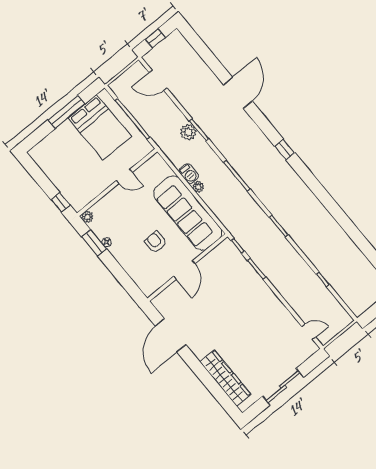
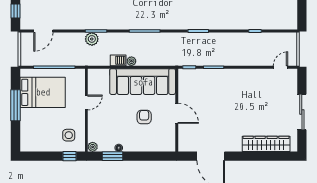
side table: (80, 185) -> (69, 135), added
armchair: (156, 242) -> (144, 117), turned 90

